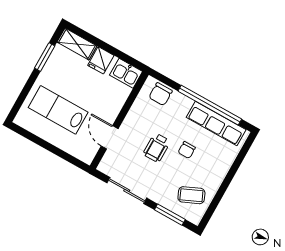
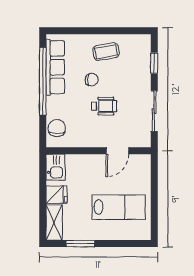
chair: (161, 94) -> (57, 128), turned -90
lab bench: (58, 110) -> (119, 207), turned -90
coffee table: (191, 195) -> (106, 52), moved, turned -76
window: (170, 215) -> (154, 63), width x0.67

